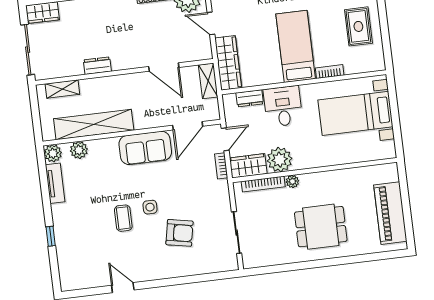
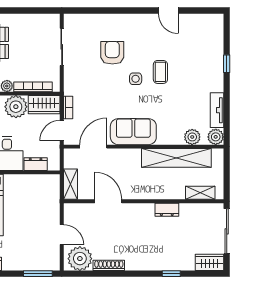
wardrobe: (228, 63) -> (51, 198), removed
armchair: (179, 233) -> (112, 53), turned 79

